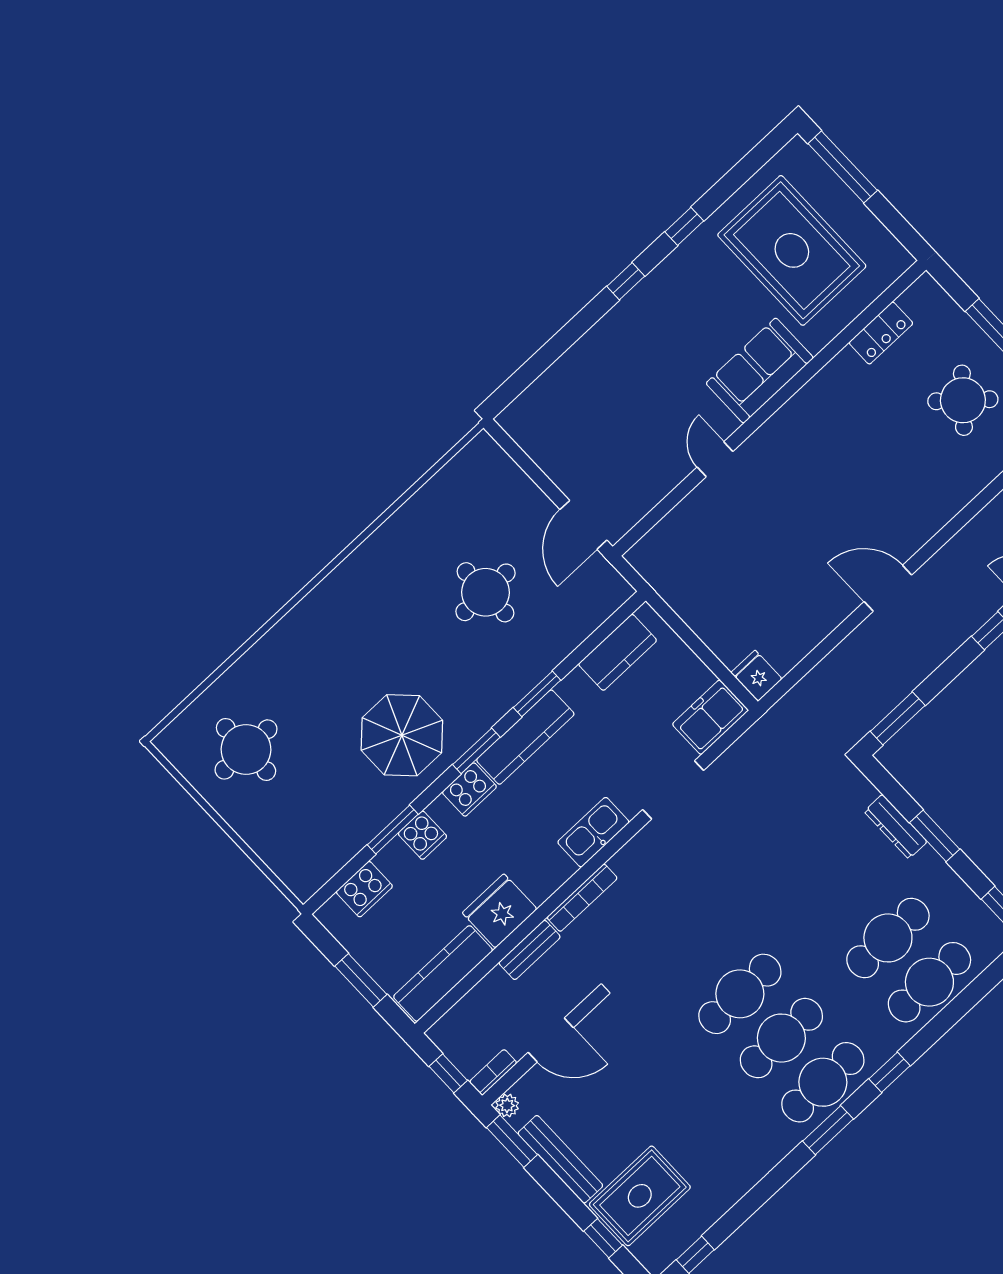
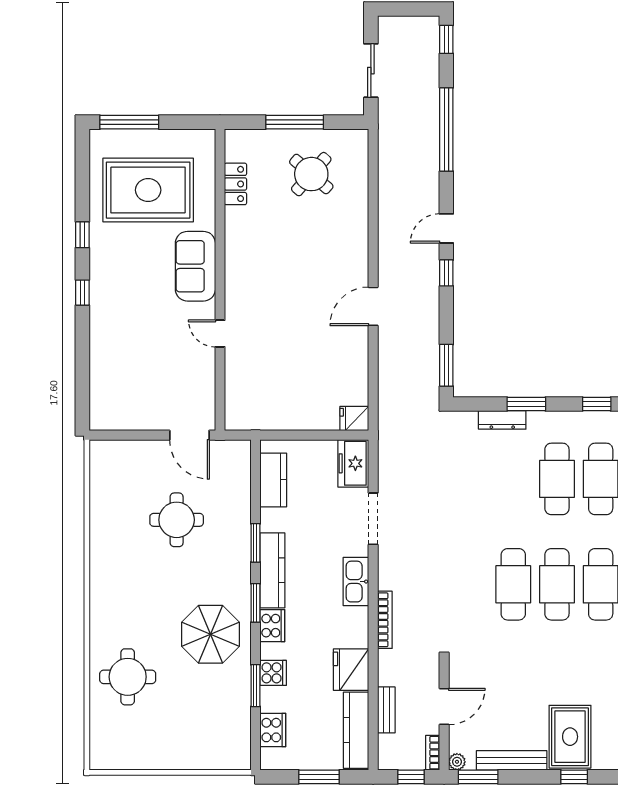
round table: (246, 749) -> (128, 677), moved
bench: (530, 950) -> (386, 710), moved

